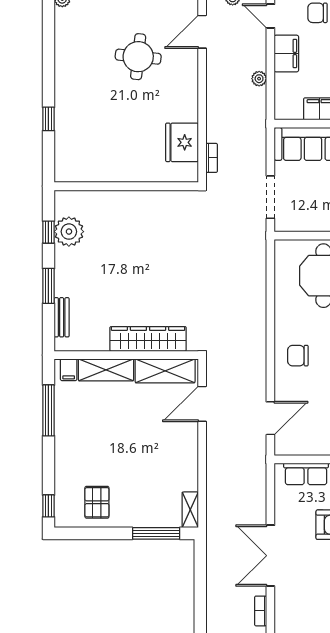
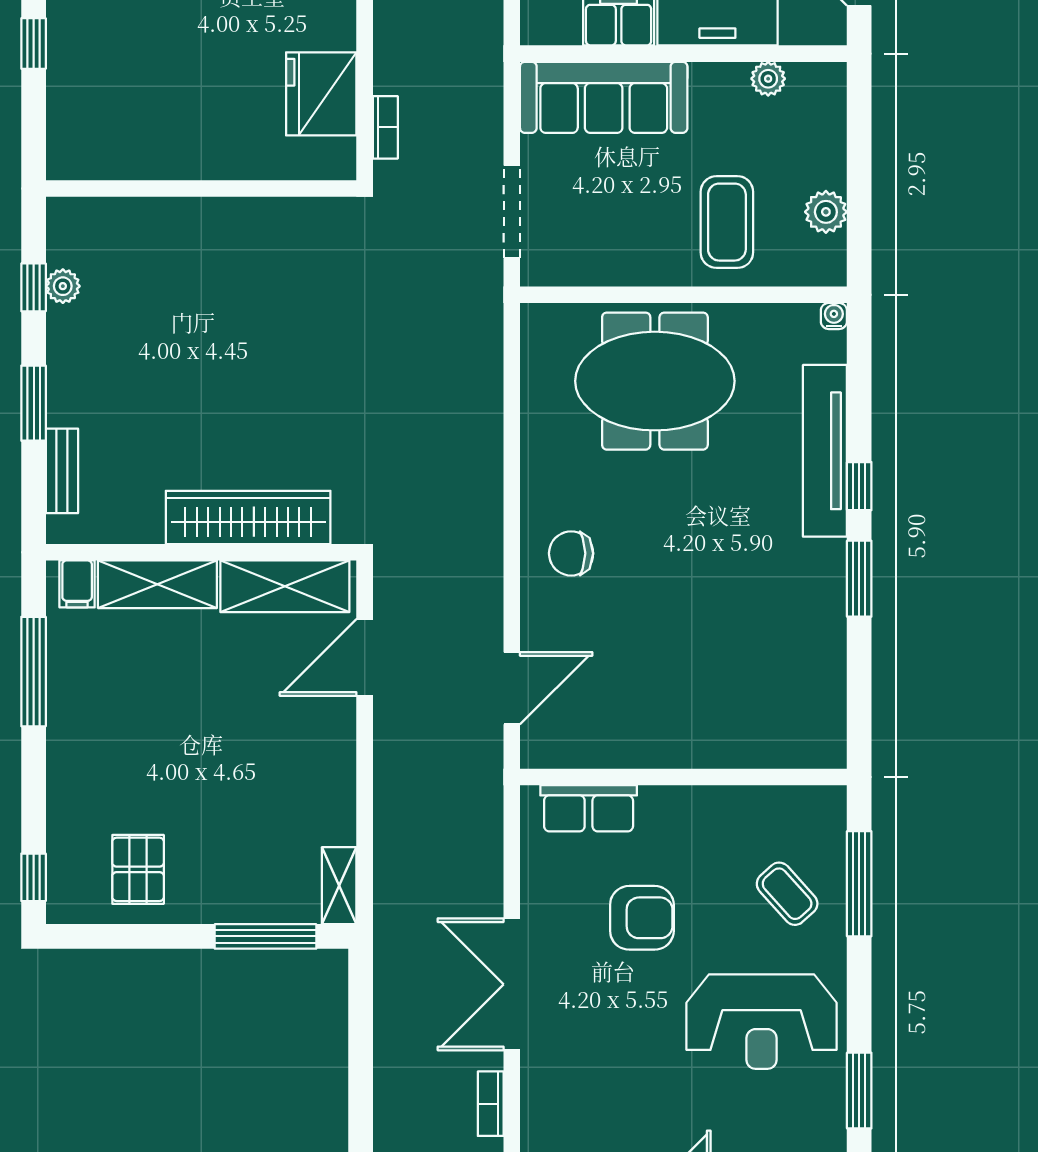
plant: (69, 232) -> (63, 286), width x0.53, depth x0.53

